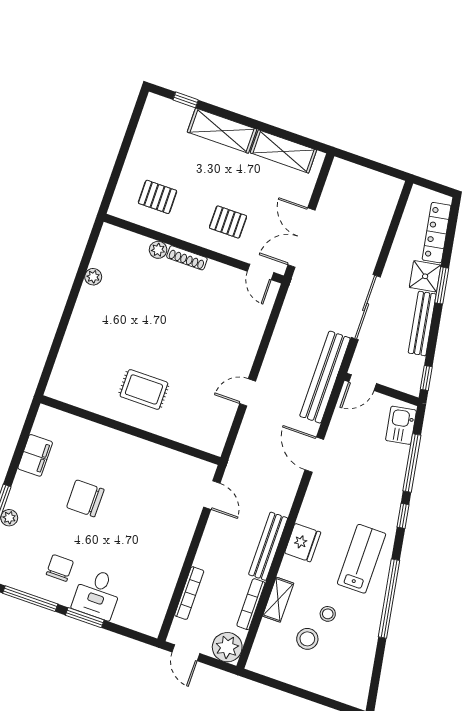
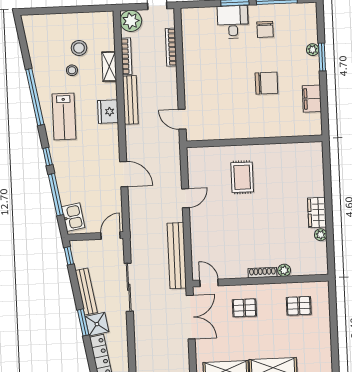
wardrobe: (87, 307) -> (317, 213), added
bench: (325, 377) -> (177, 256), moved
rug: (144, 389) -> (242, 177), moved, turned 90

